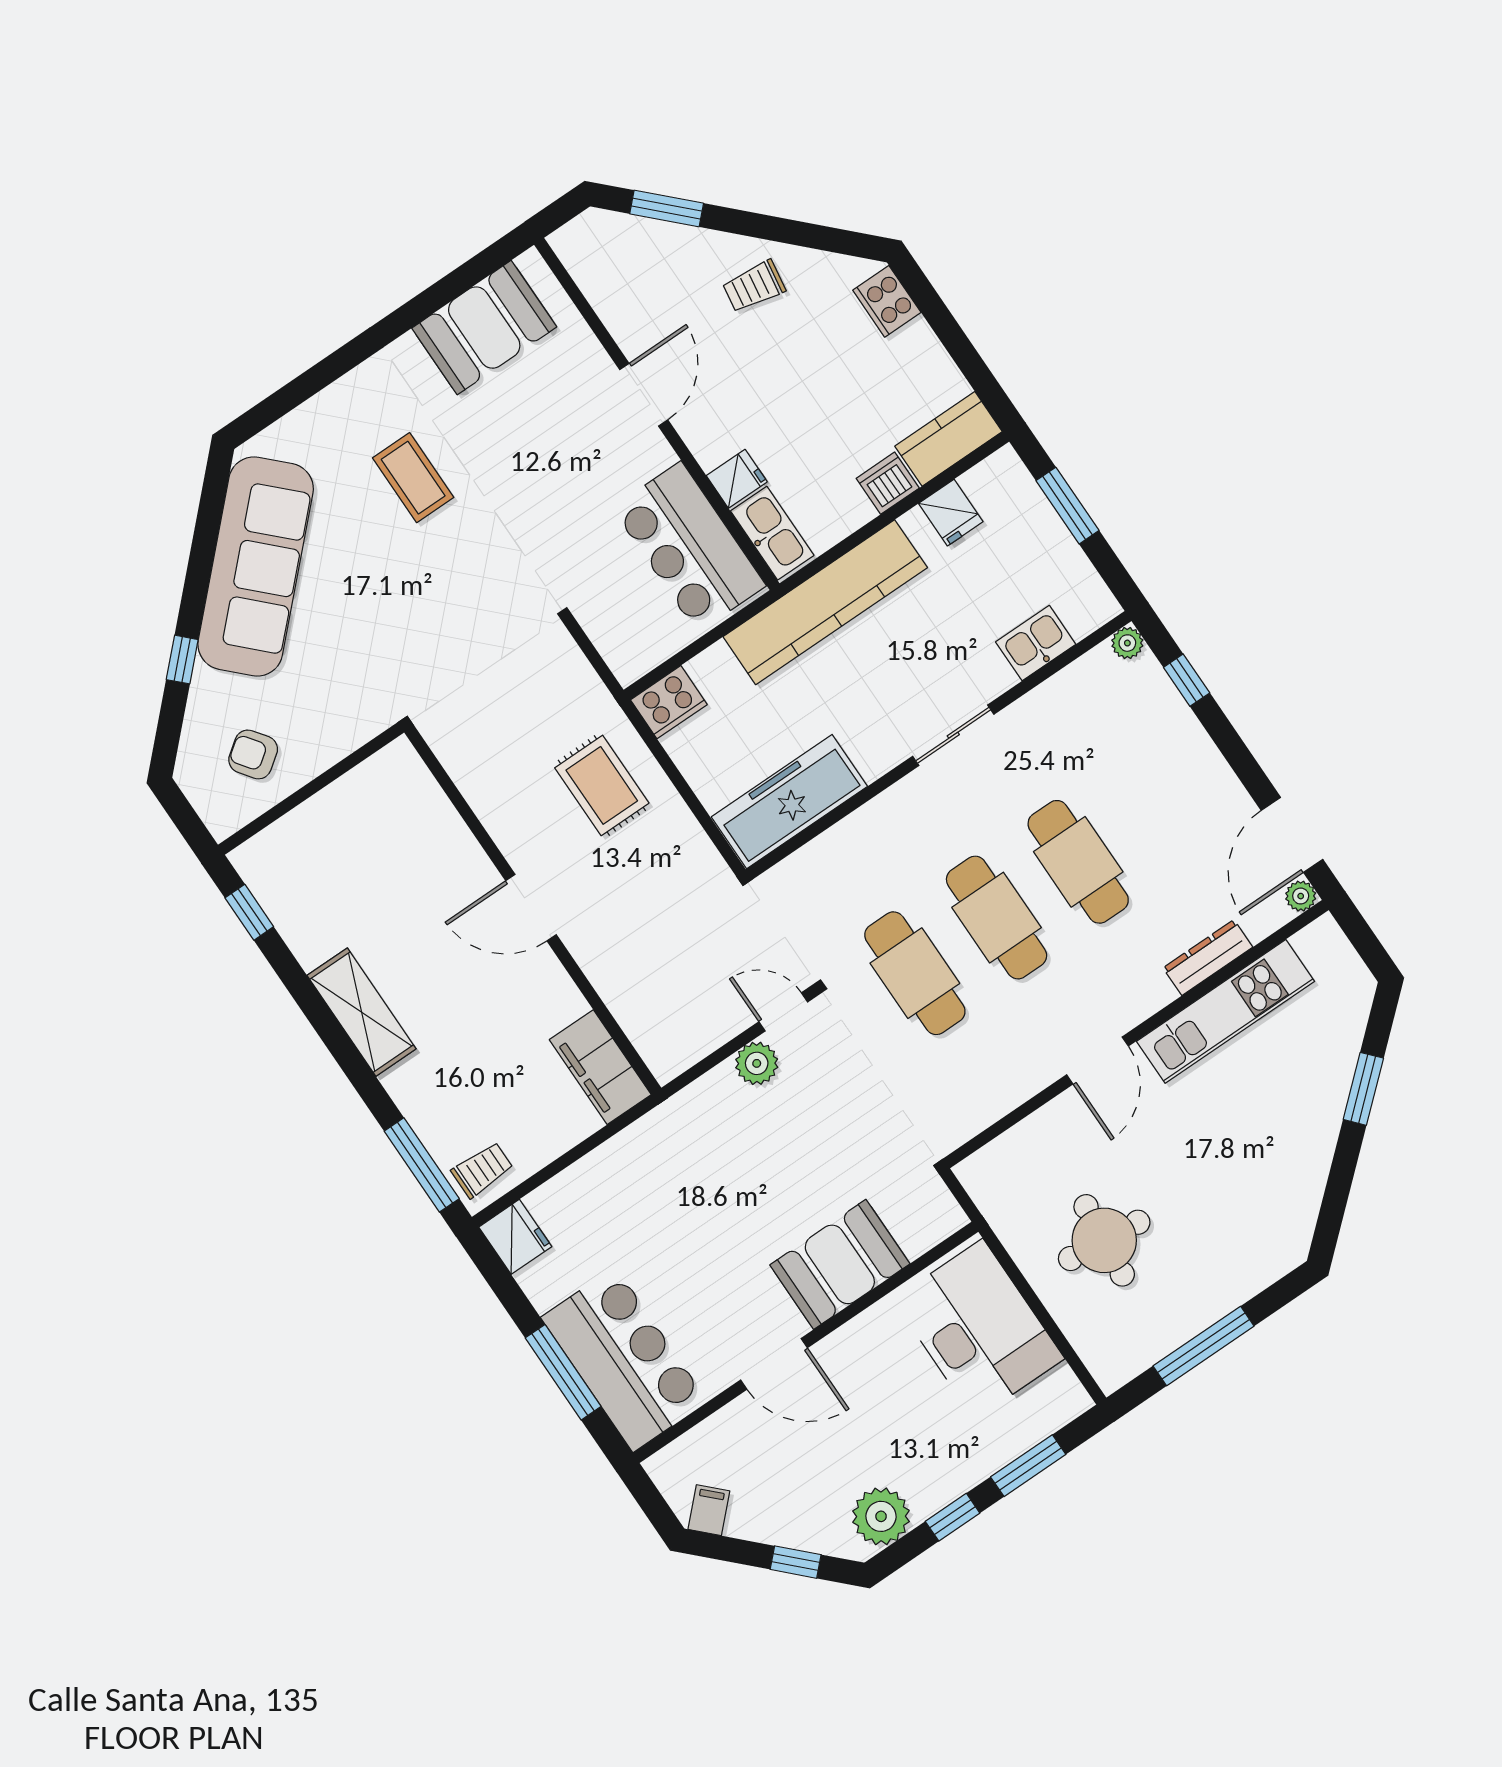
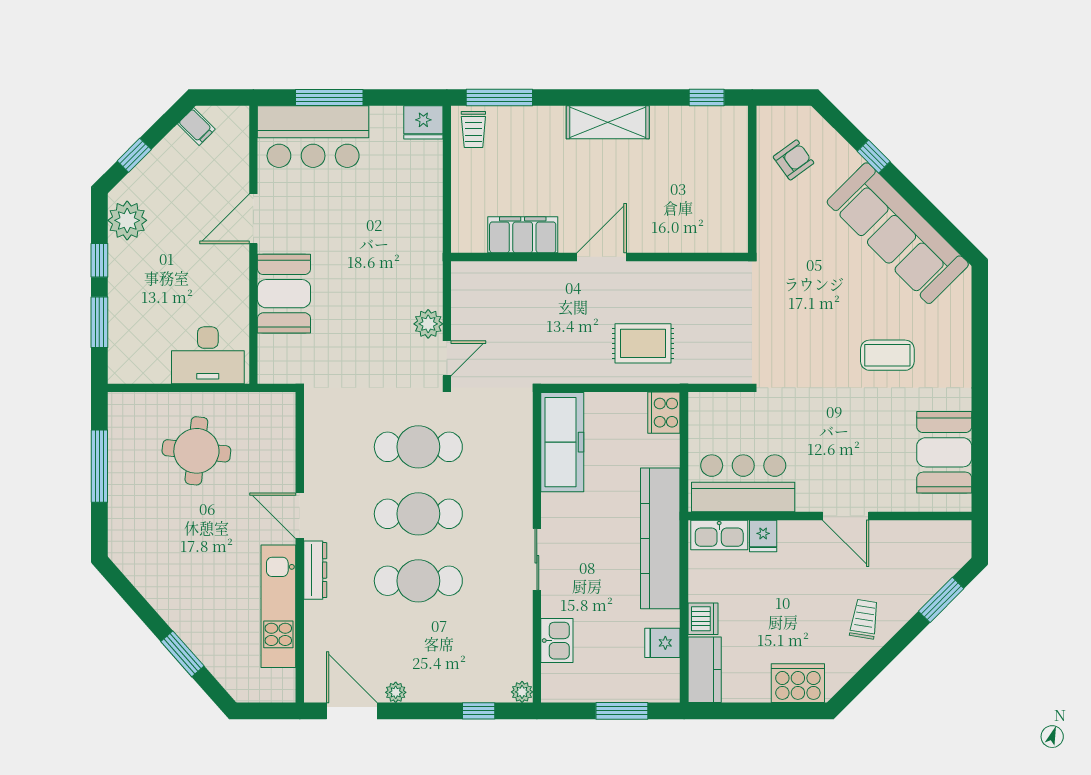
cooker: (887, 301) -> (798, 683), width x1.37, depth x1.31
plant: (1301, 896) -> (396, 692), moved
dresser: (1208, 958) -> (315, 570), moved
filing cabinet: (600, 1067) -> (523, 235), moved
desk: (979, 1329) -> (208, 355), width x0.73, depth x0.77

